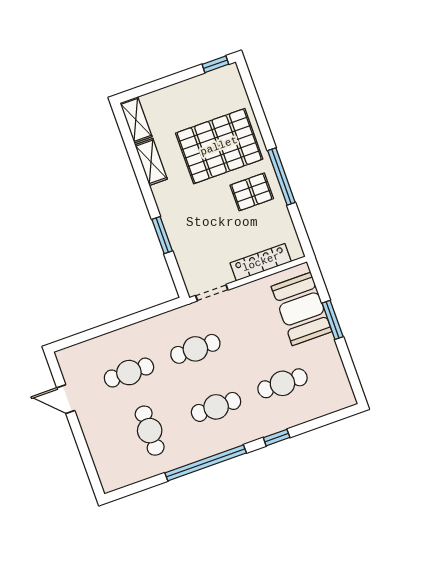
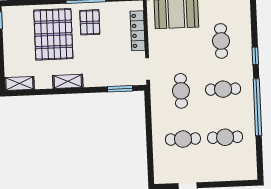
shelving: (151, 162) -> (68, 81), moved
window: (162, 235) -> (120, 89), moved
cafe table: (129, 373) -> (183, 139), turned 90
cafe table: (216, 407) -> (223, 89), turned 90

